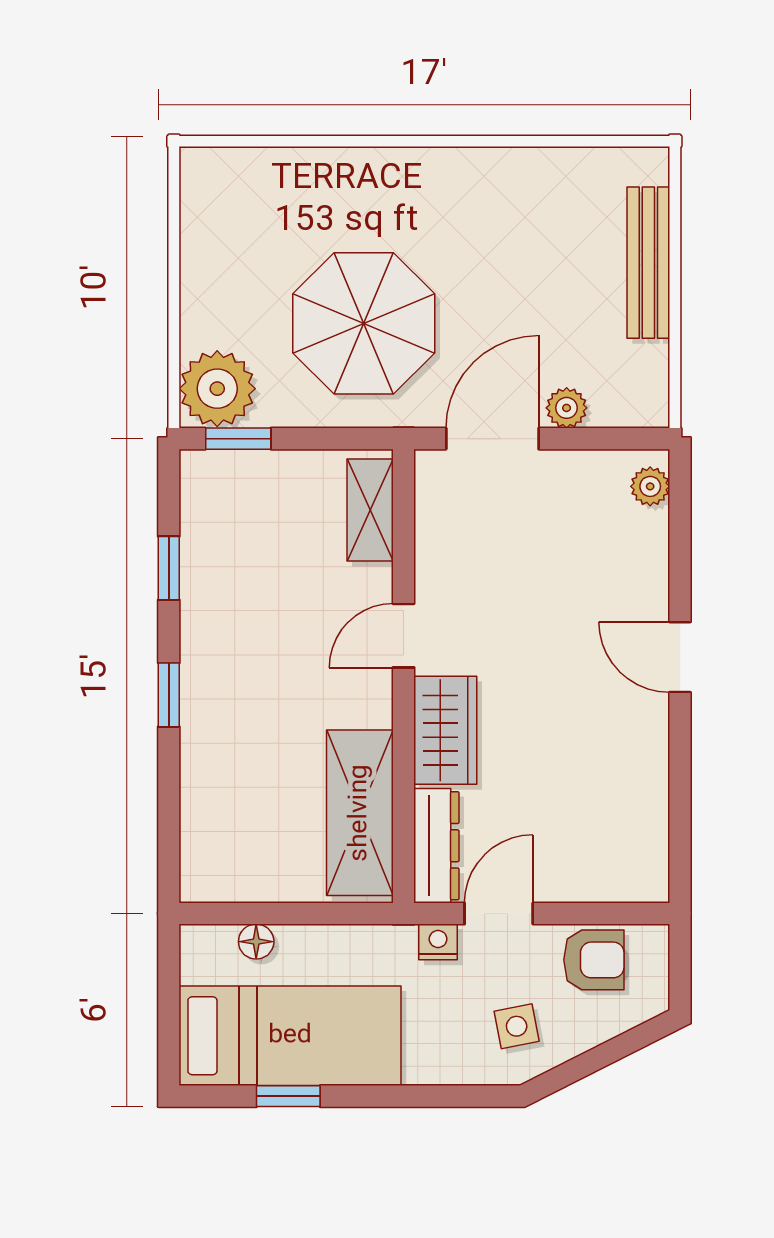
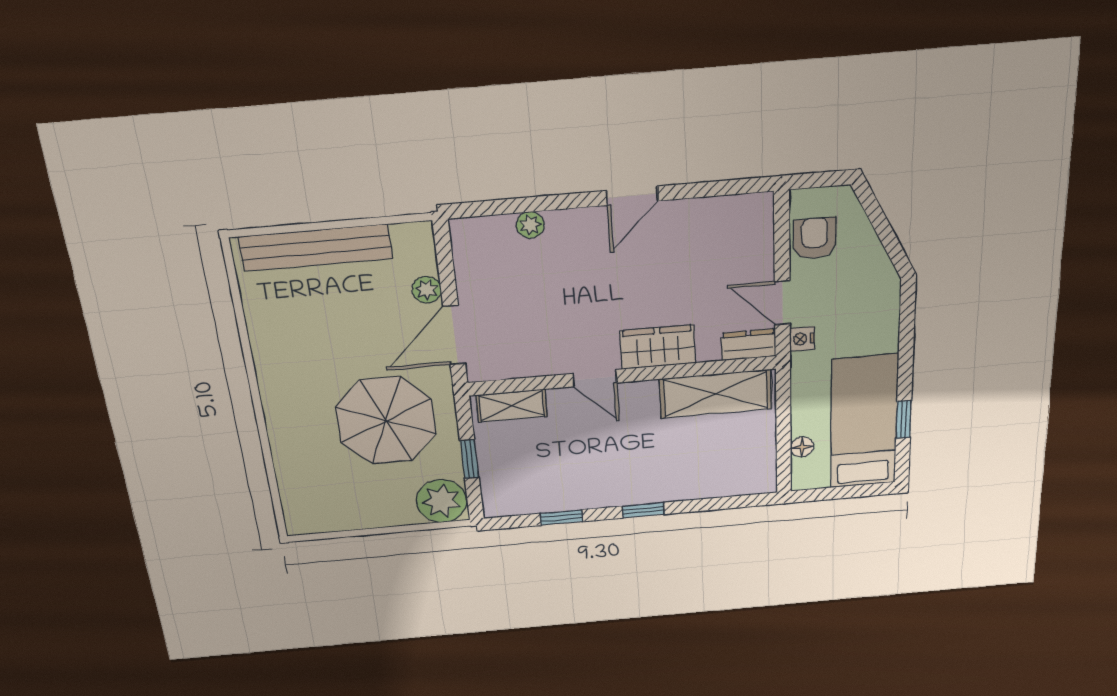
bench: (648, 263) -> (315, 248), width x1.37, depth x1.21
window: (238, 439) -> (469, 459), moved
door: (492, 439) -> (454, 335), hinge flipped
plant: (650, 486) -> (530, 225), moved
door: (680, 657) -> (632, 196), moved
dresser: (436, 846) -> (749, 345), width x0.70
side table: (517, 1026) -> (860, 285), removed

